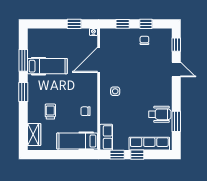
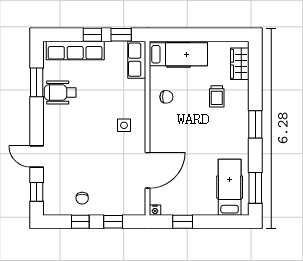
window: (23, 60) -> (255, 188), moved
hospital bed: (47, 66) -> (230, 187), moved, turned 90

